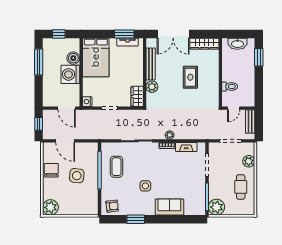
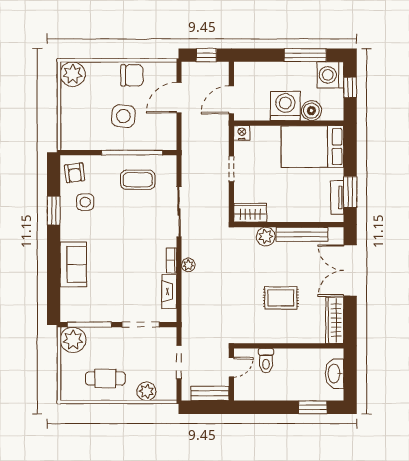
washing machine: (51, 46) -> (330, 75), added
door: (234, 108) -> (231, 367), swing flipped
side table: (145, 186) -> (85, 202), moved

